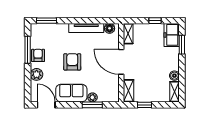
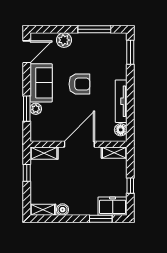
armchair: (38, 55) -> (87, 42), removed

